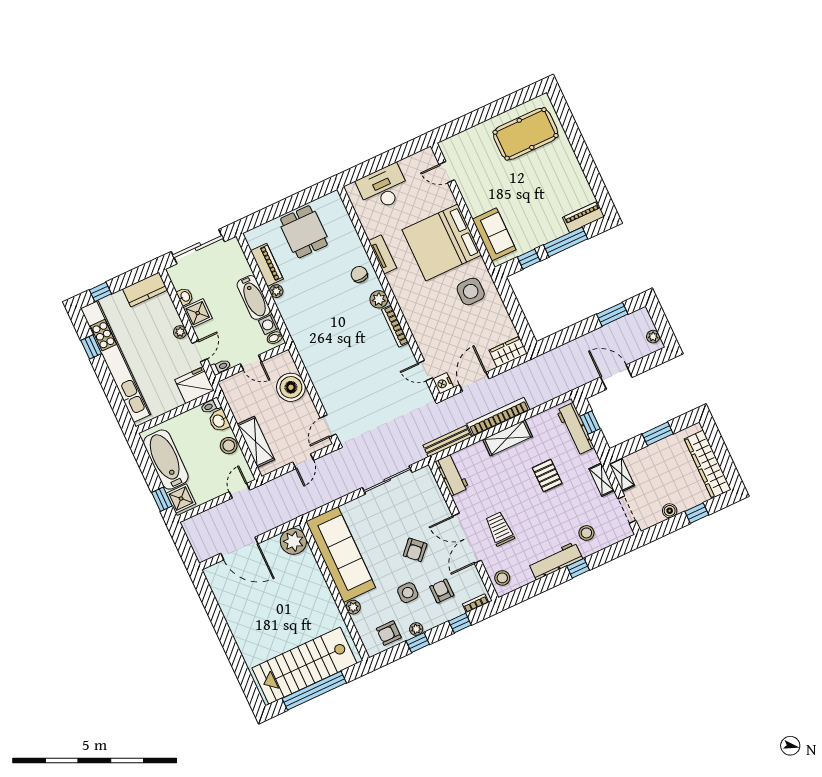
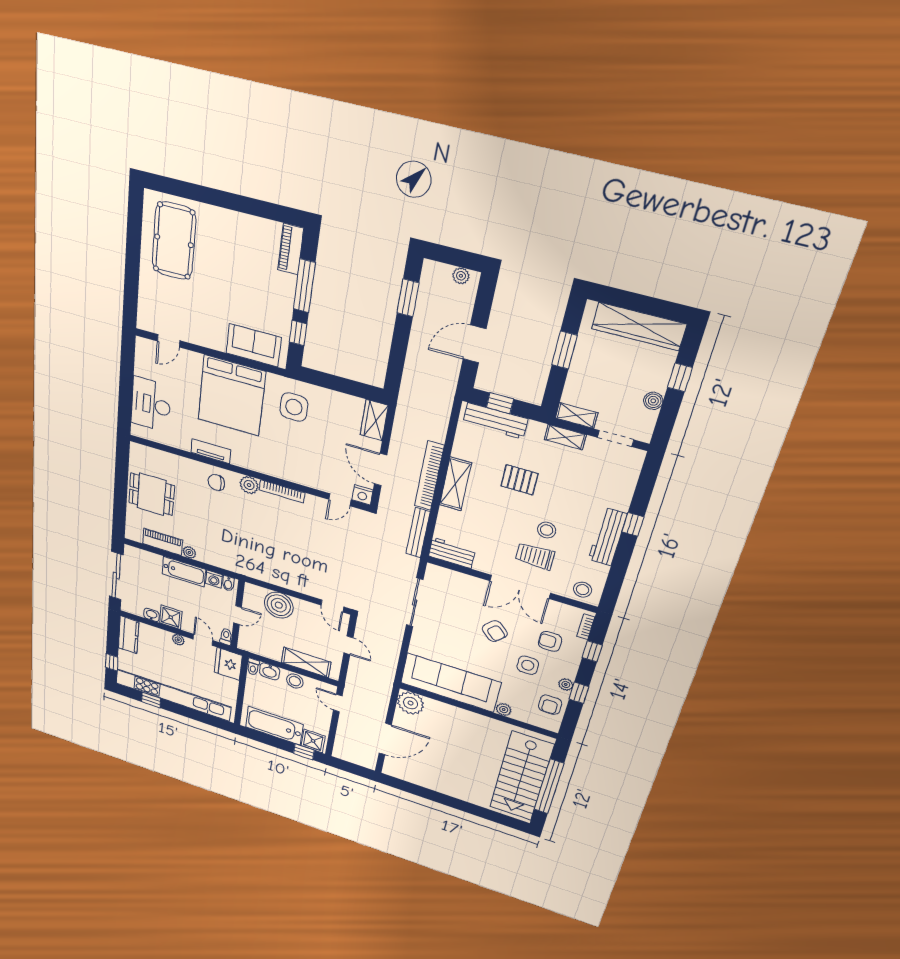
stool: (586, 533) -> (547, 530), moved

